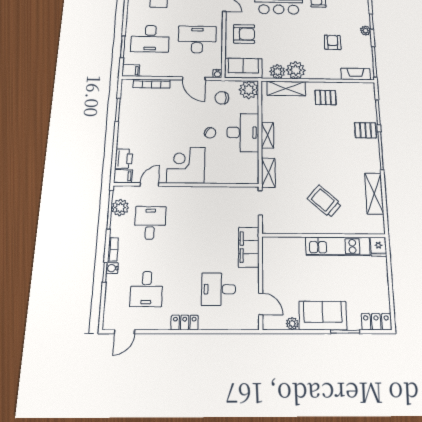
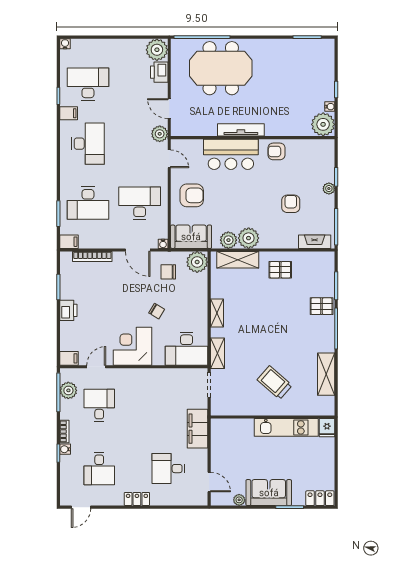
desk: (243, 133) -> (187, 349), moved, turned 90
printer: (124, 159) -> (68, 310), moved

